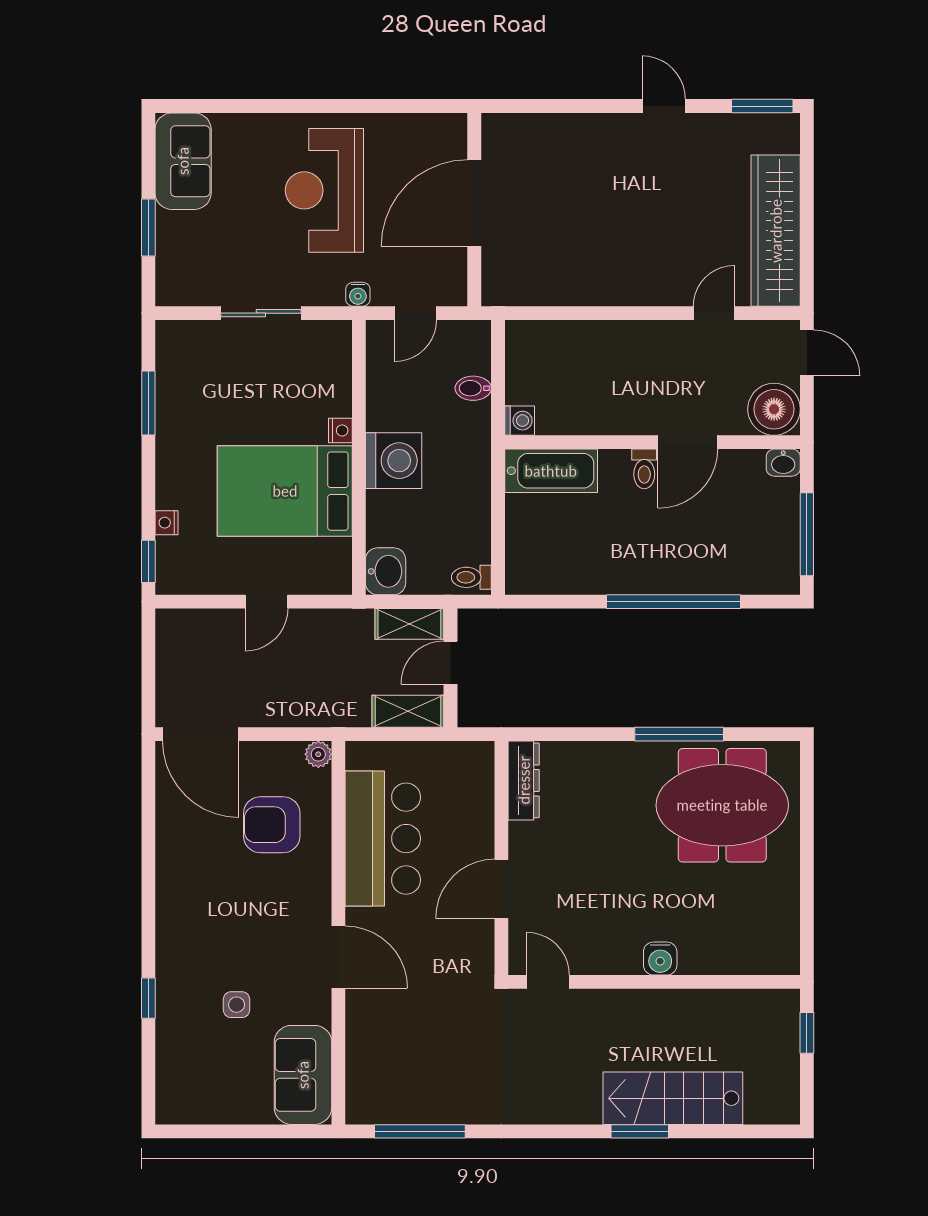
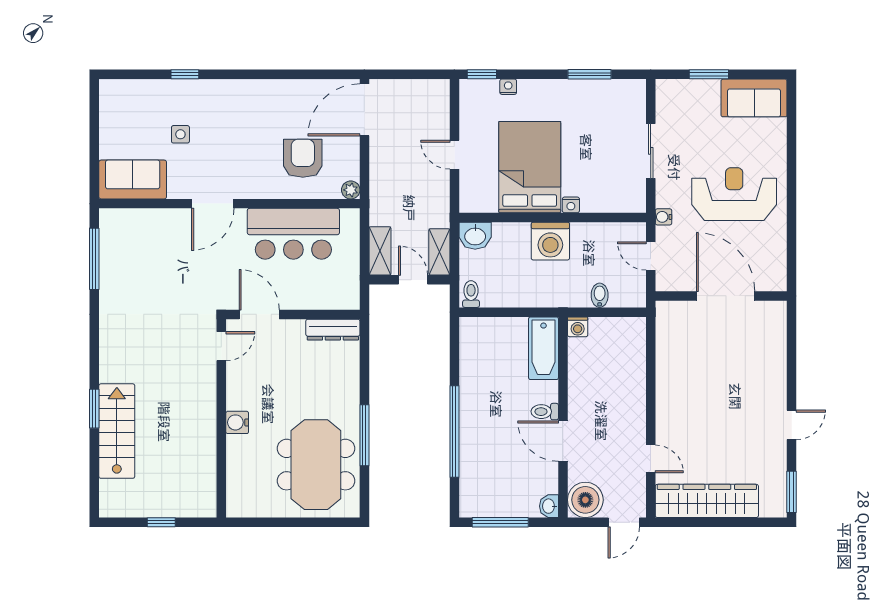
water cooler: (660, 959) -> (237, 422), moved
door: (548, 982) -> (221, 346), moved
wall: (654, 982) -> (221, 418), moved

